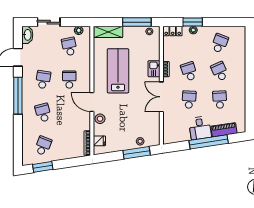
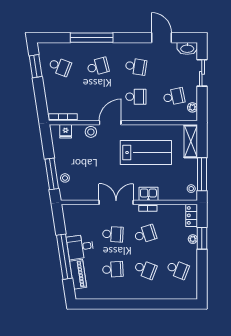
school desk: (220, 71) -> (145, 269), turned 45
window: (18, 96) -> (92, 38), moved

